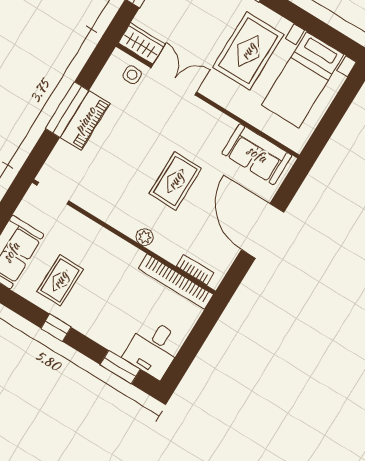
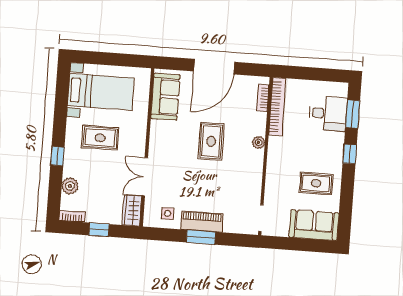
rug: (248, 51) -> (100, 138), width x0.73, depth x0.70
side table: (132, 75) -> (168, 213), moved
window: (67, 110) -> (201, 237), width x0.69
rug: (175, 181) -> (211, 141), turned 90
window: (56, 328) -> (350, 154), moved
desk: (153, 349) -> (328, 113), moved

